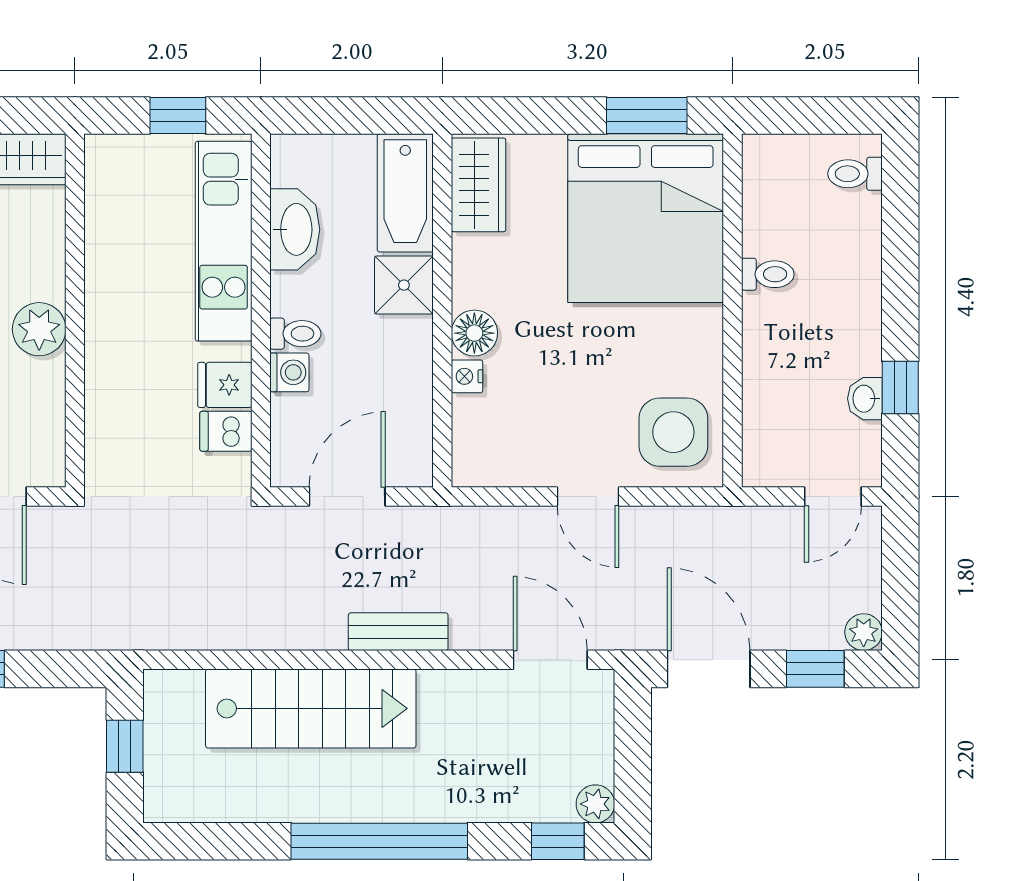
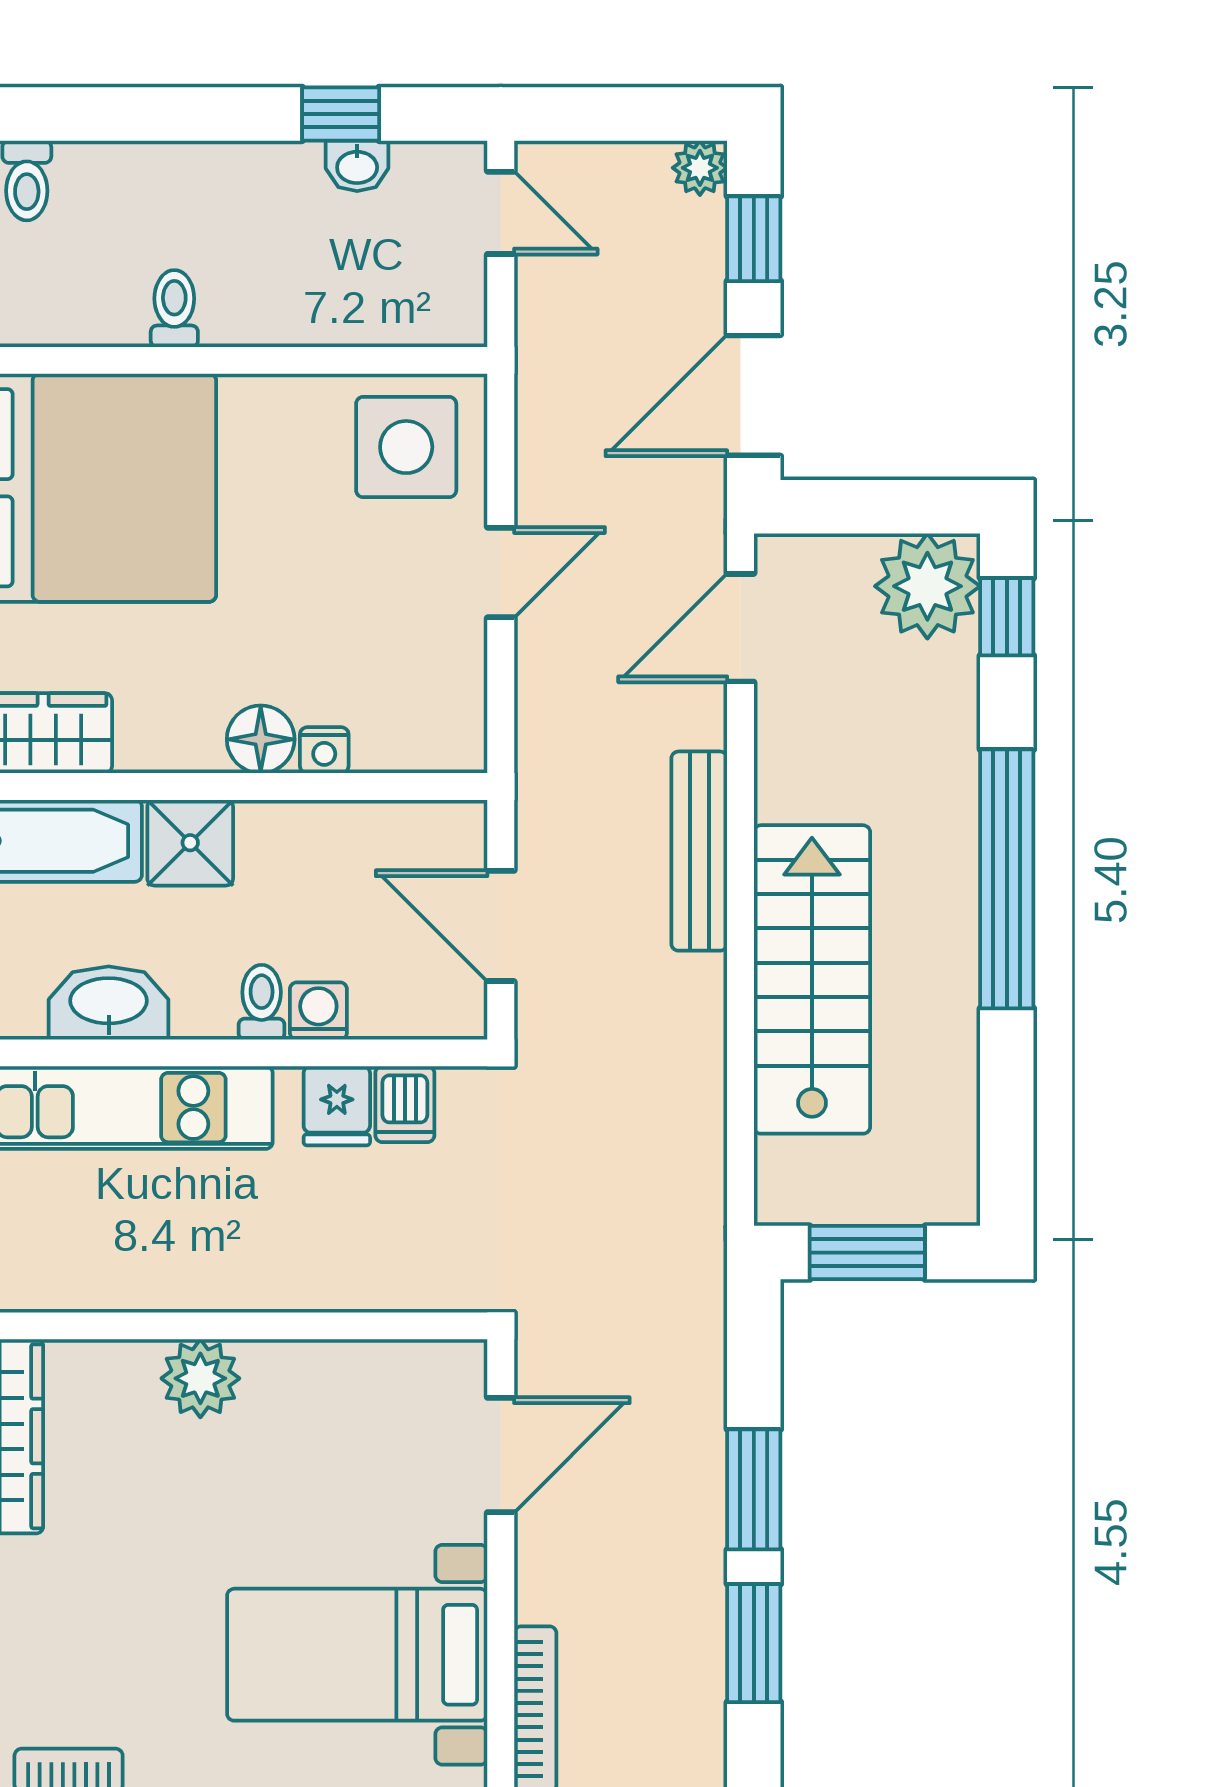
plant: (39, 329) -> (200, 1378), moved
bench: (398, 632) -> (699, 851), width x1.36
window: (125, 746) -> (867, 1253), width x1.50
plant: (595, 804) -> (927, 586), width x1.87, depth x1.87

